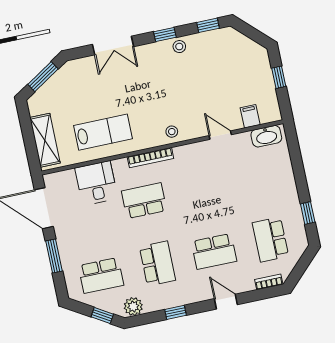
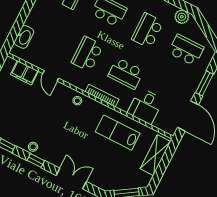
filing cabinet: (250, 116) -> (24, 73), width x2.00
washbasin: (266, 136) -> (24, 37), moved, turned 90
school desk: (201, 189) -> (87, 54), added
window: (102, 315) -> (204, 26), removed

